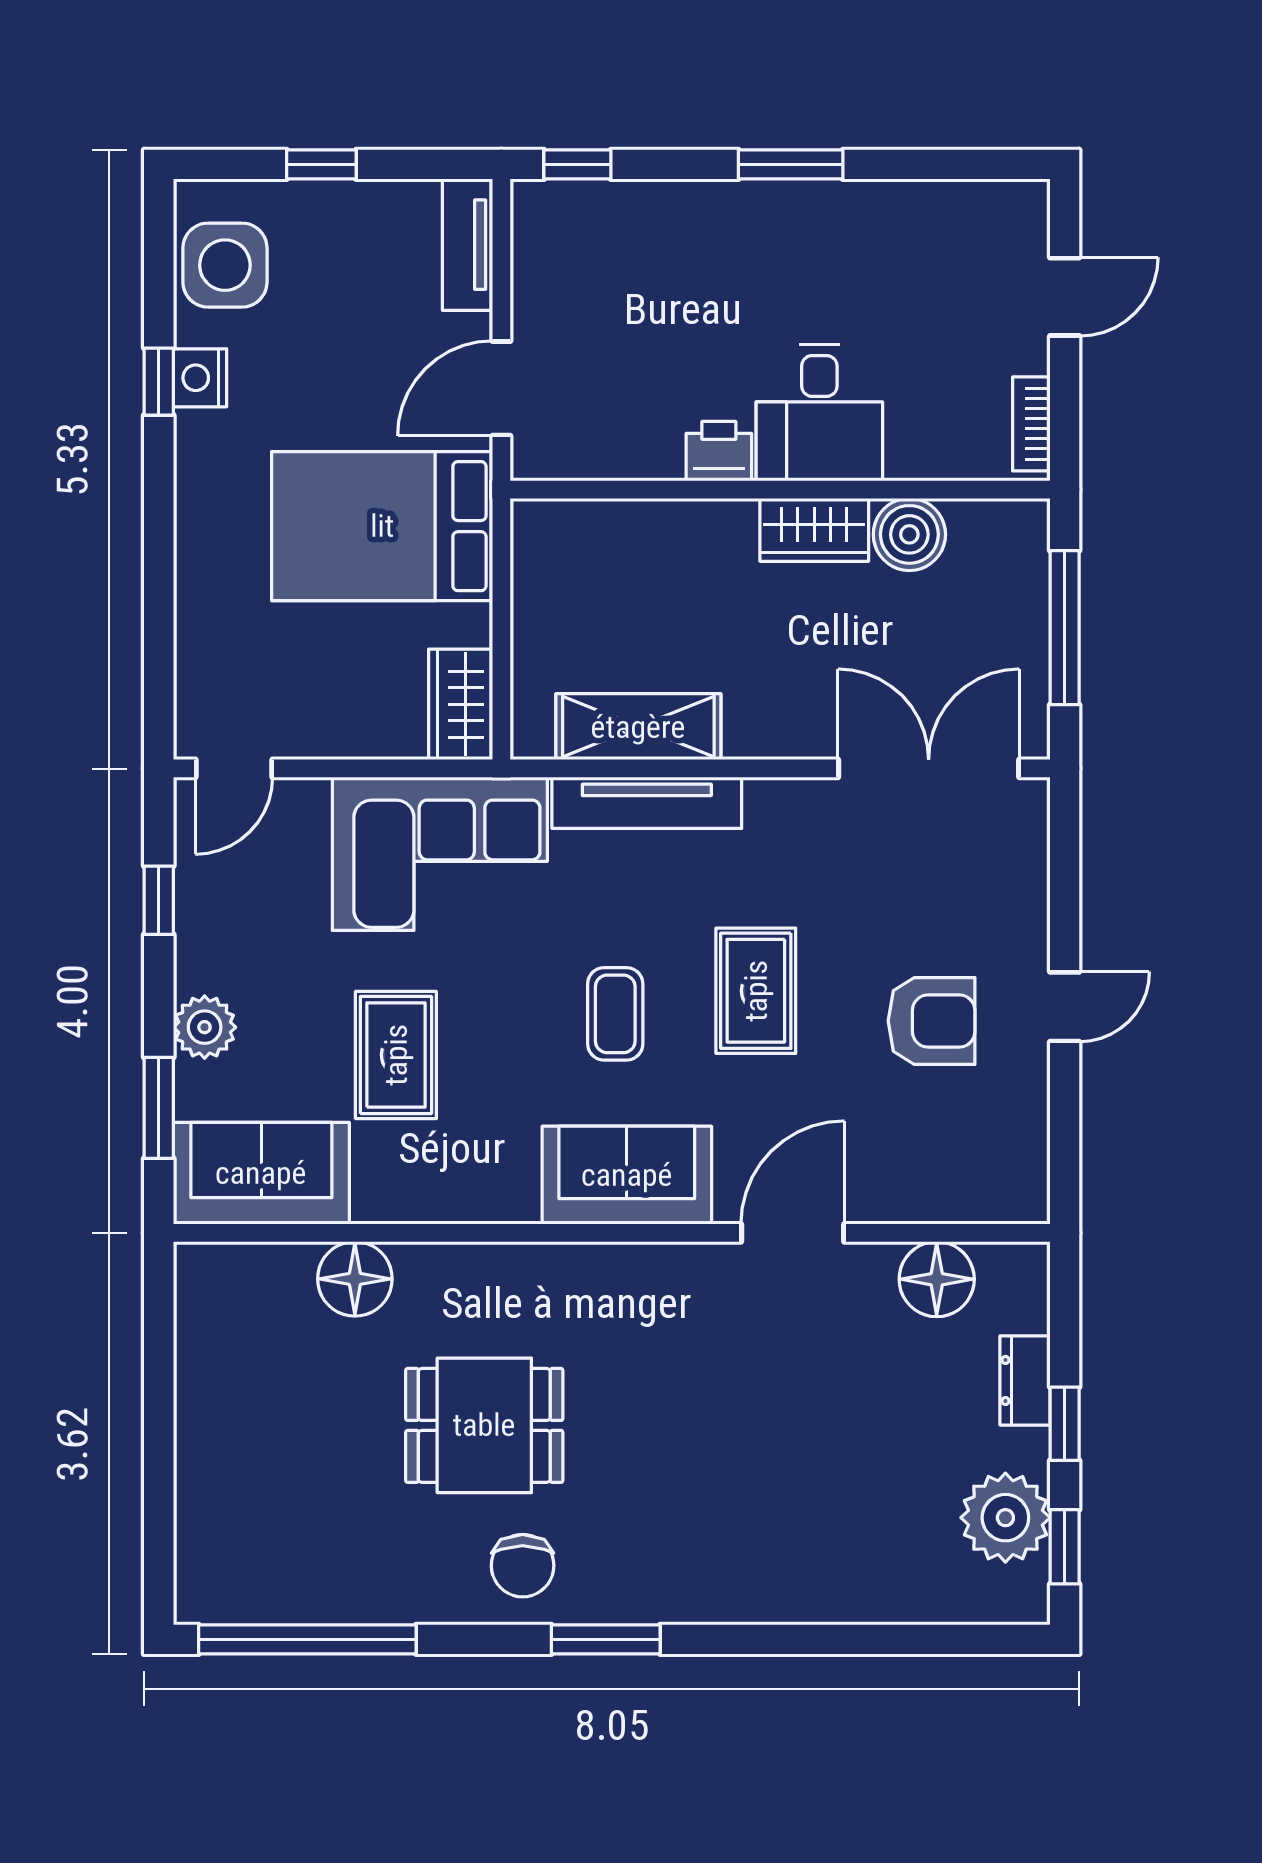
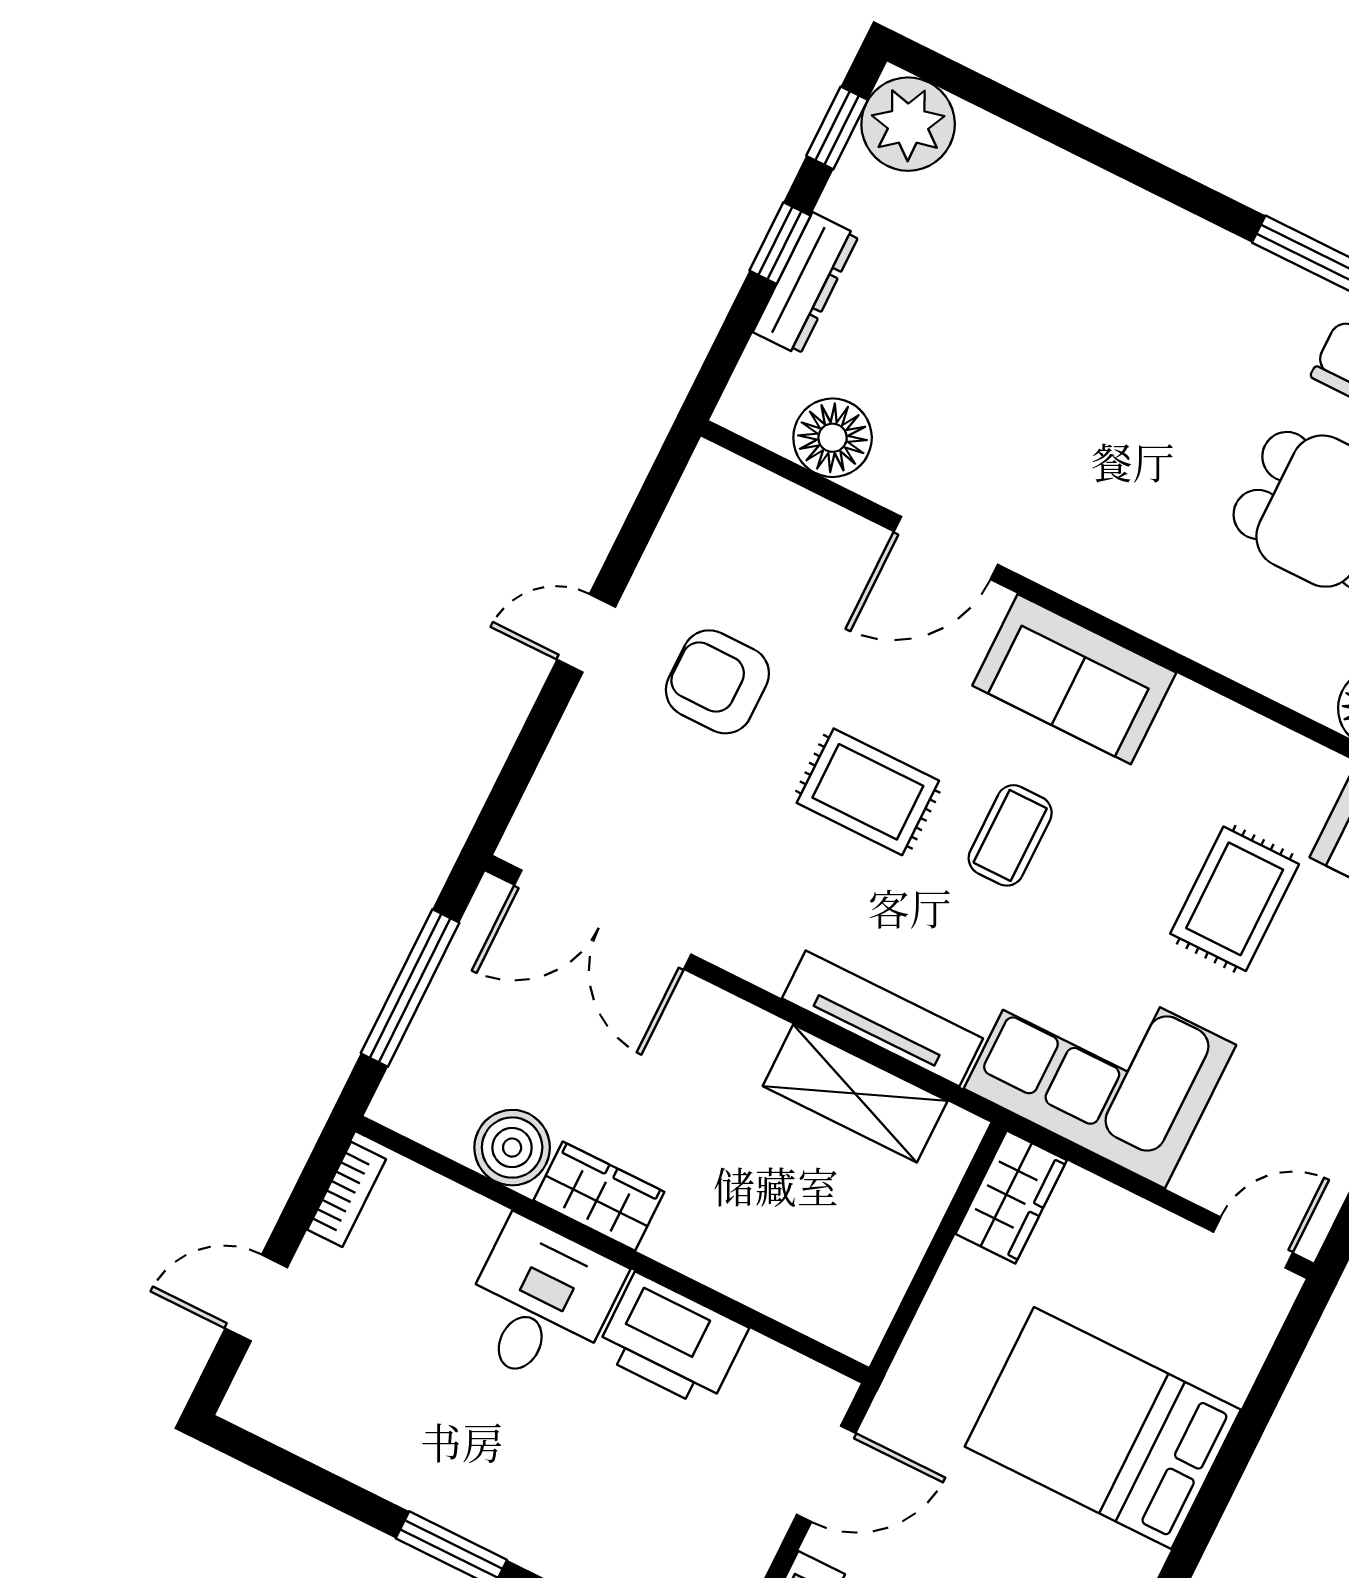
printer: (719, 451) -> (672, 1341), width x1.87, depth x1.48
bed: (382, 526) -> (1103, 1428), moved, turned 180
rug: (756, 991) -> (868, 792), turned 90
dresser: (1025, 1380) -> (806, 284), width x1.44
plant: (1005, 1518) -> (908, 124), moved

